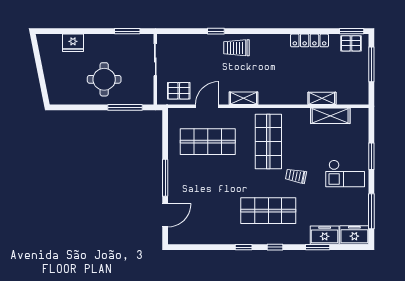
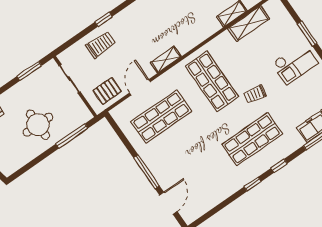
trolley: (237, 48) -> (101, 45), moved, turned 180

